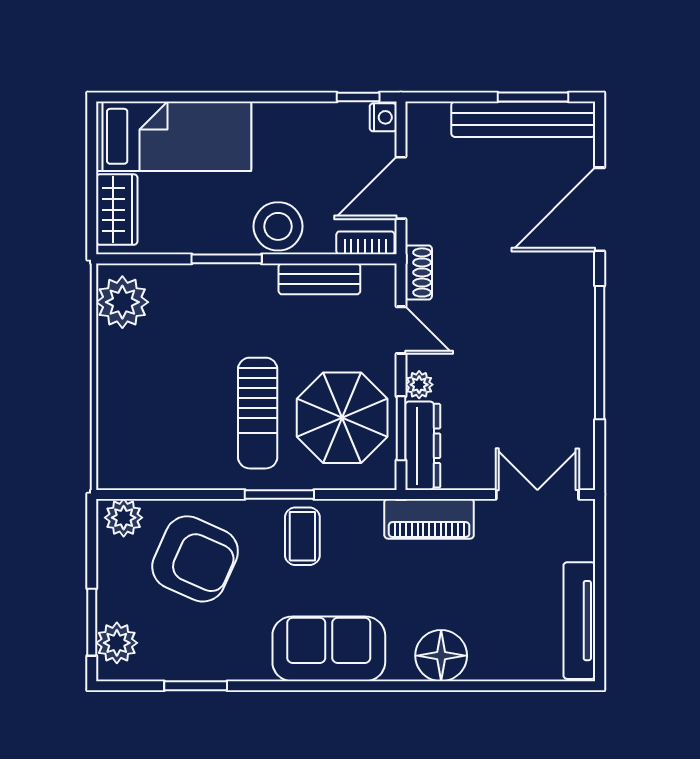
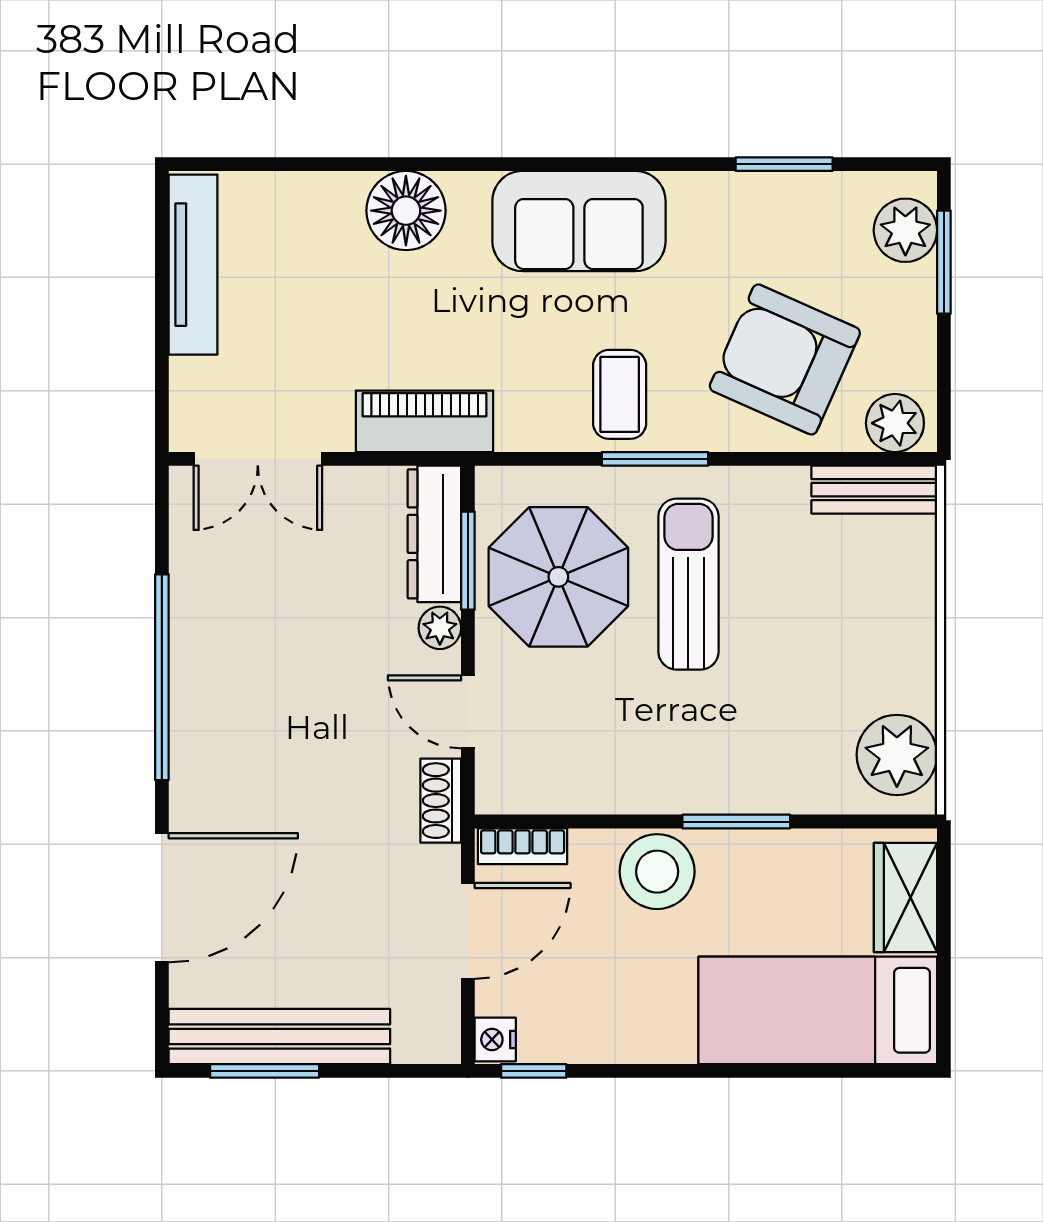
bench: (319, 279) -> (874, 490), moved

